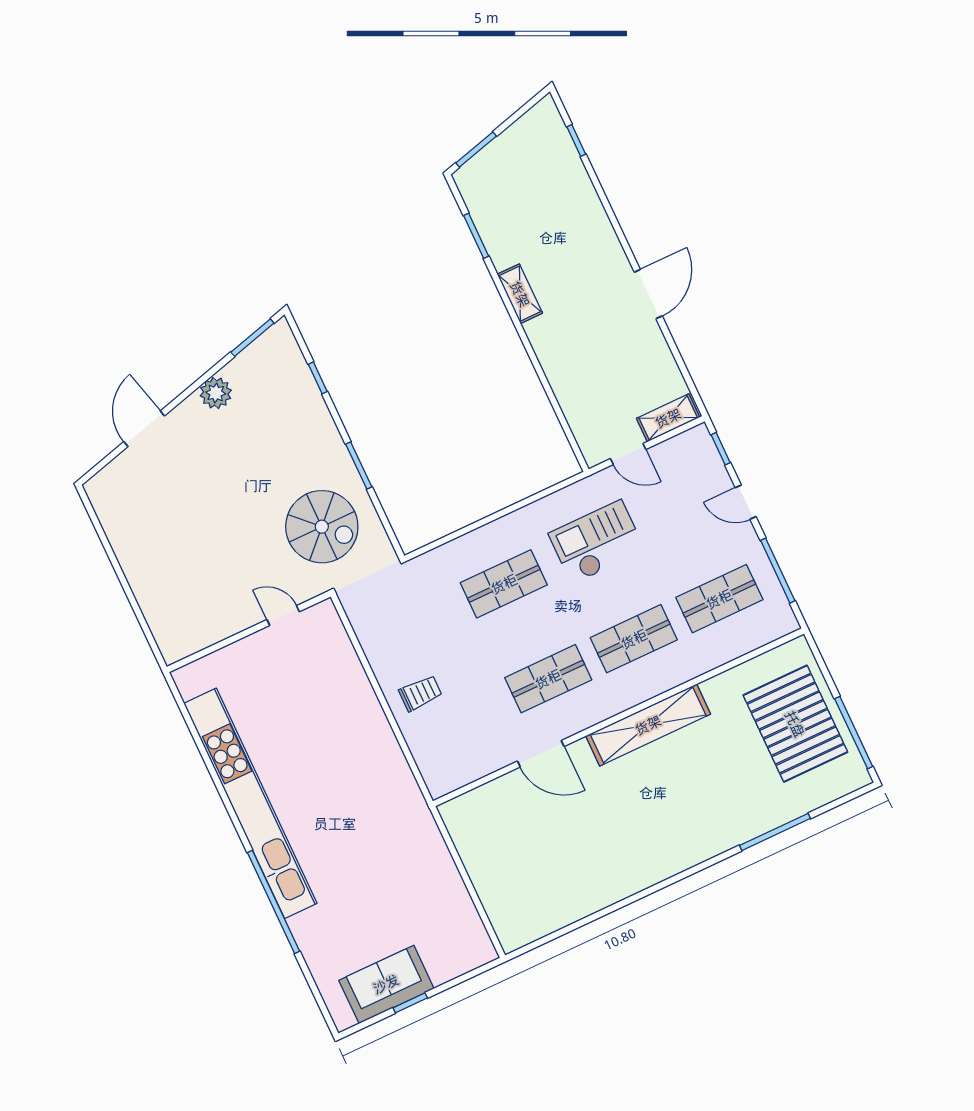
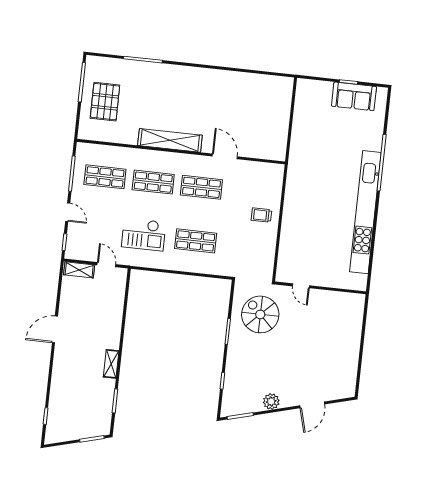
pallet: (795, 724) -> (105, 102), width x0.73, depth x0.71

